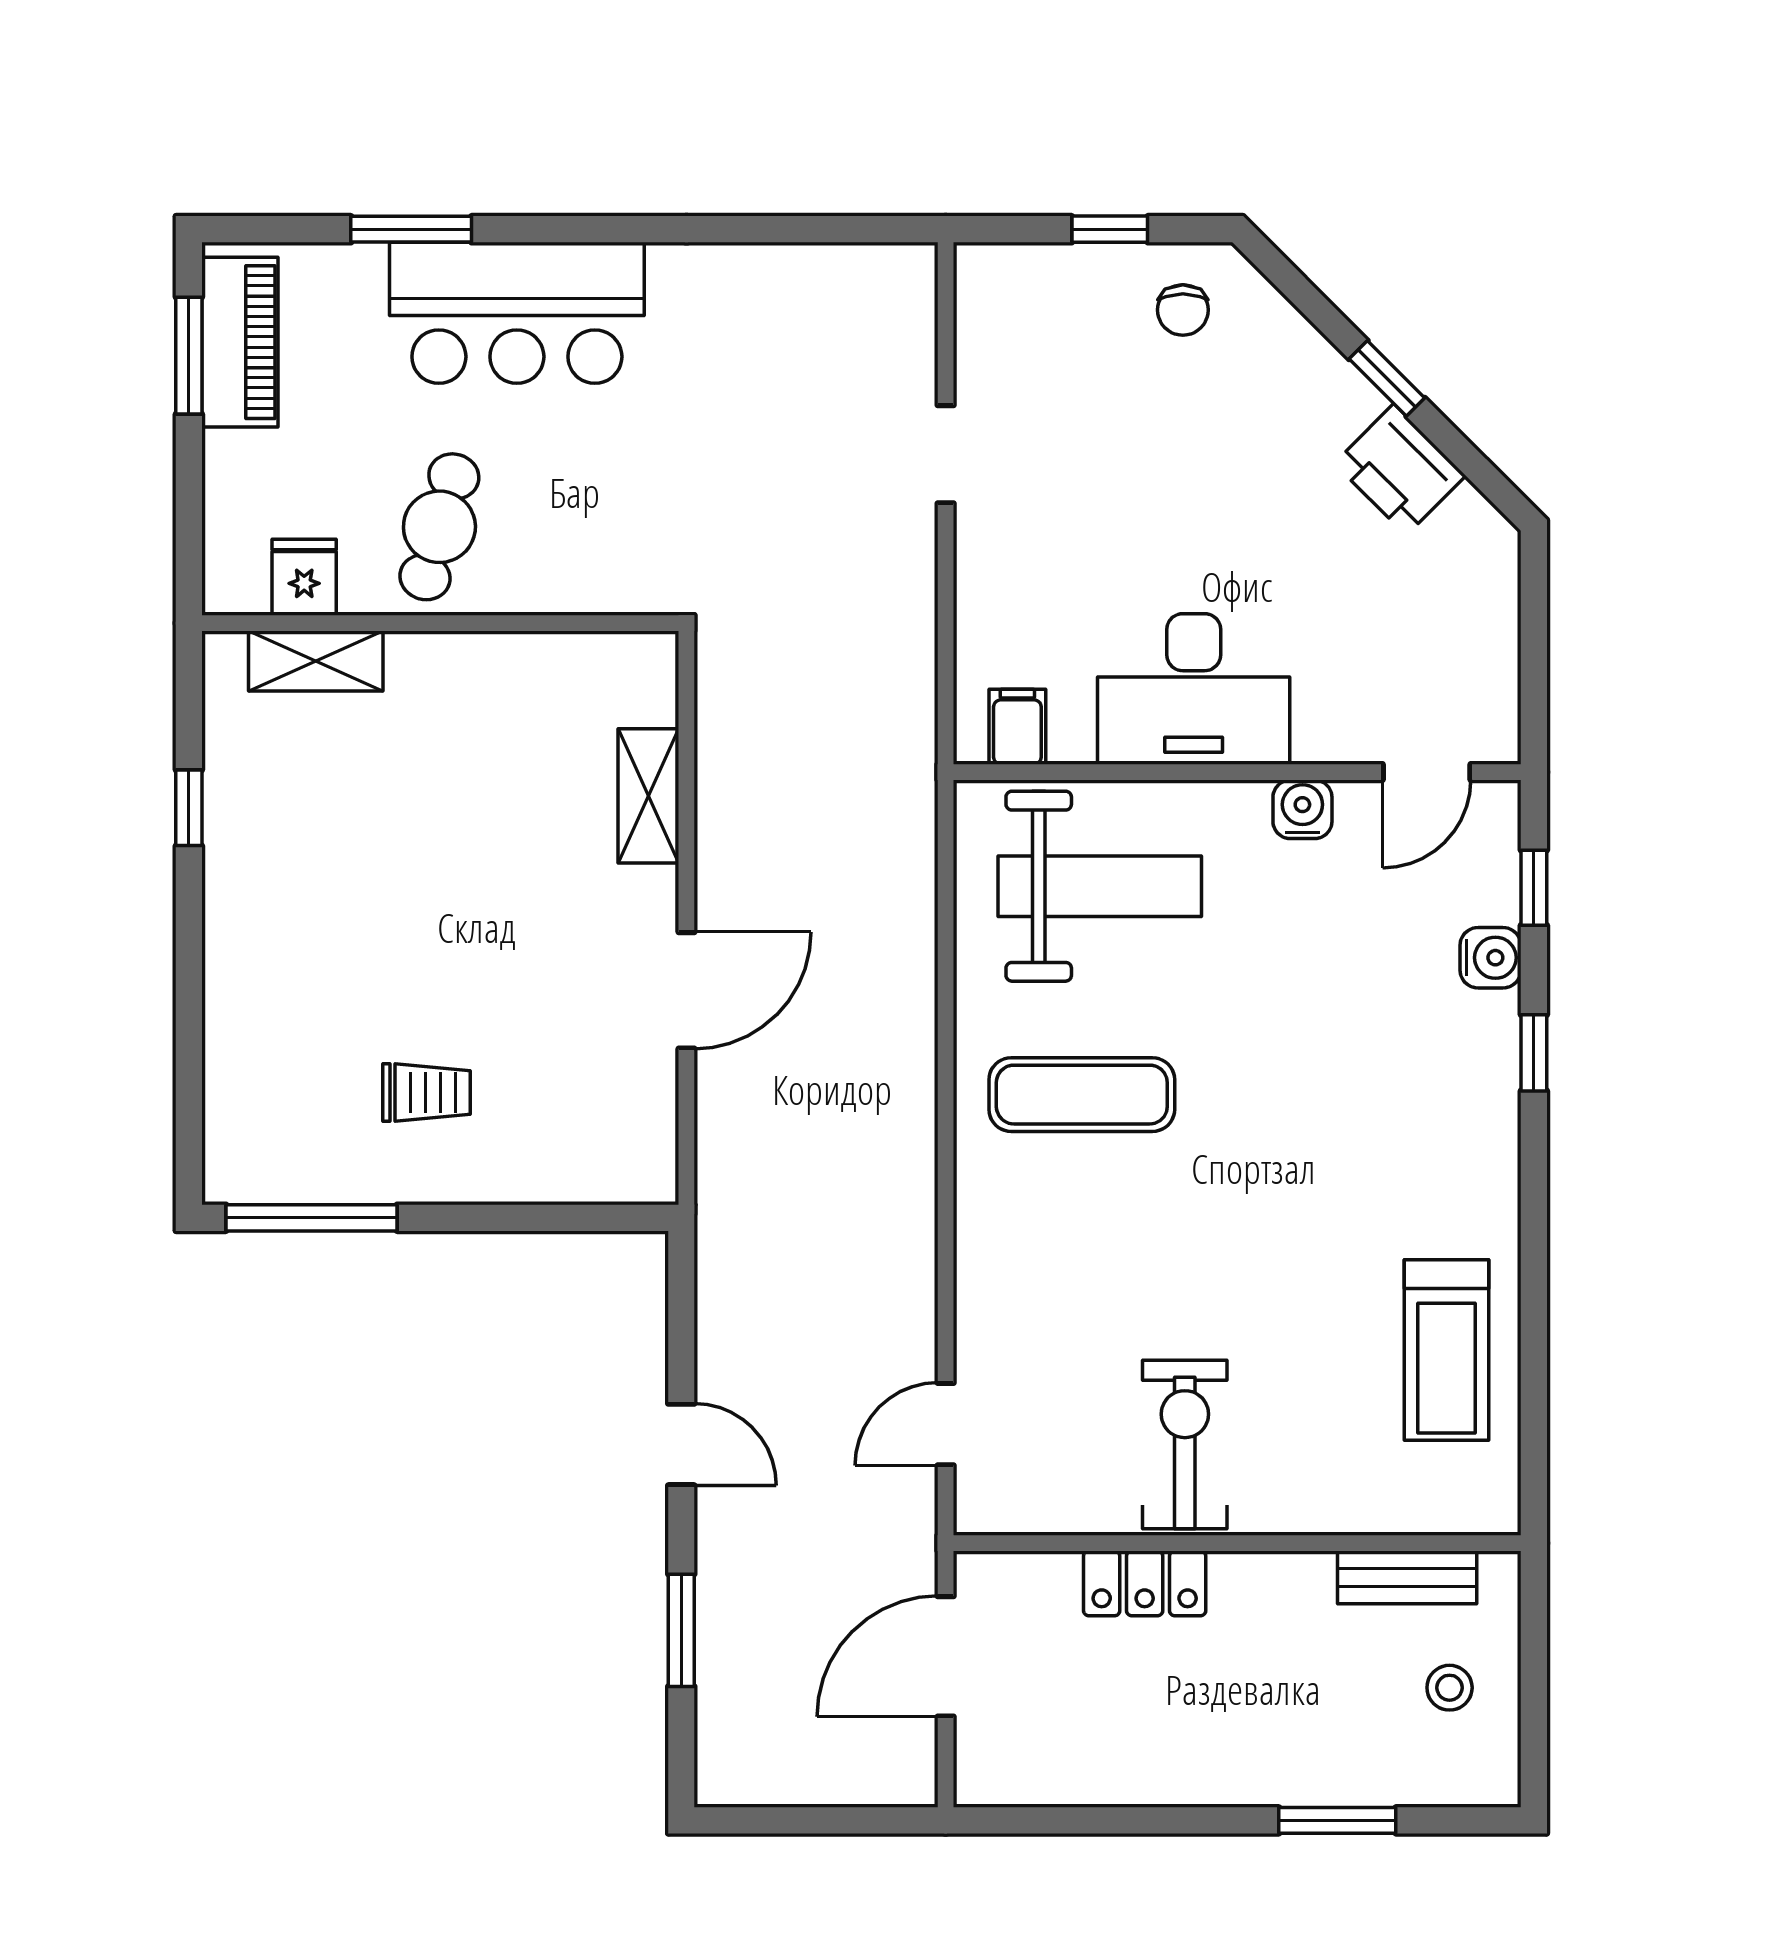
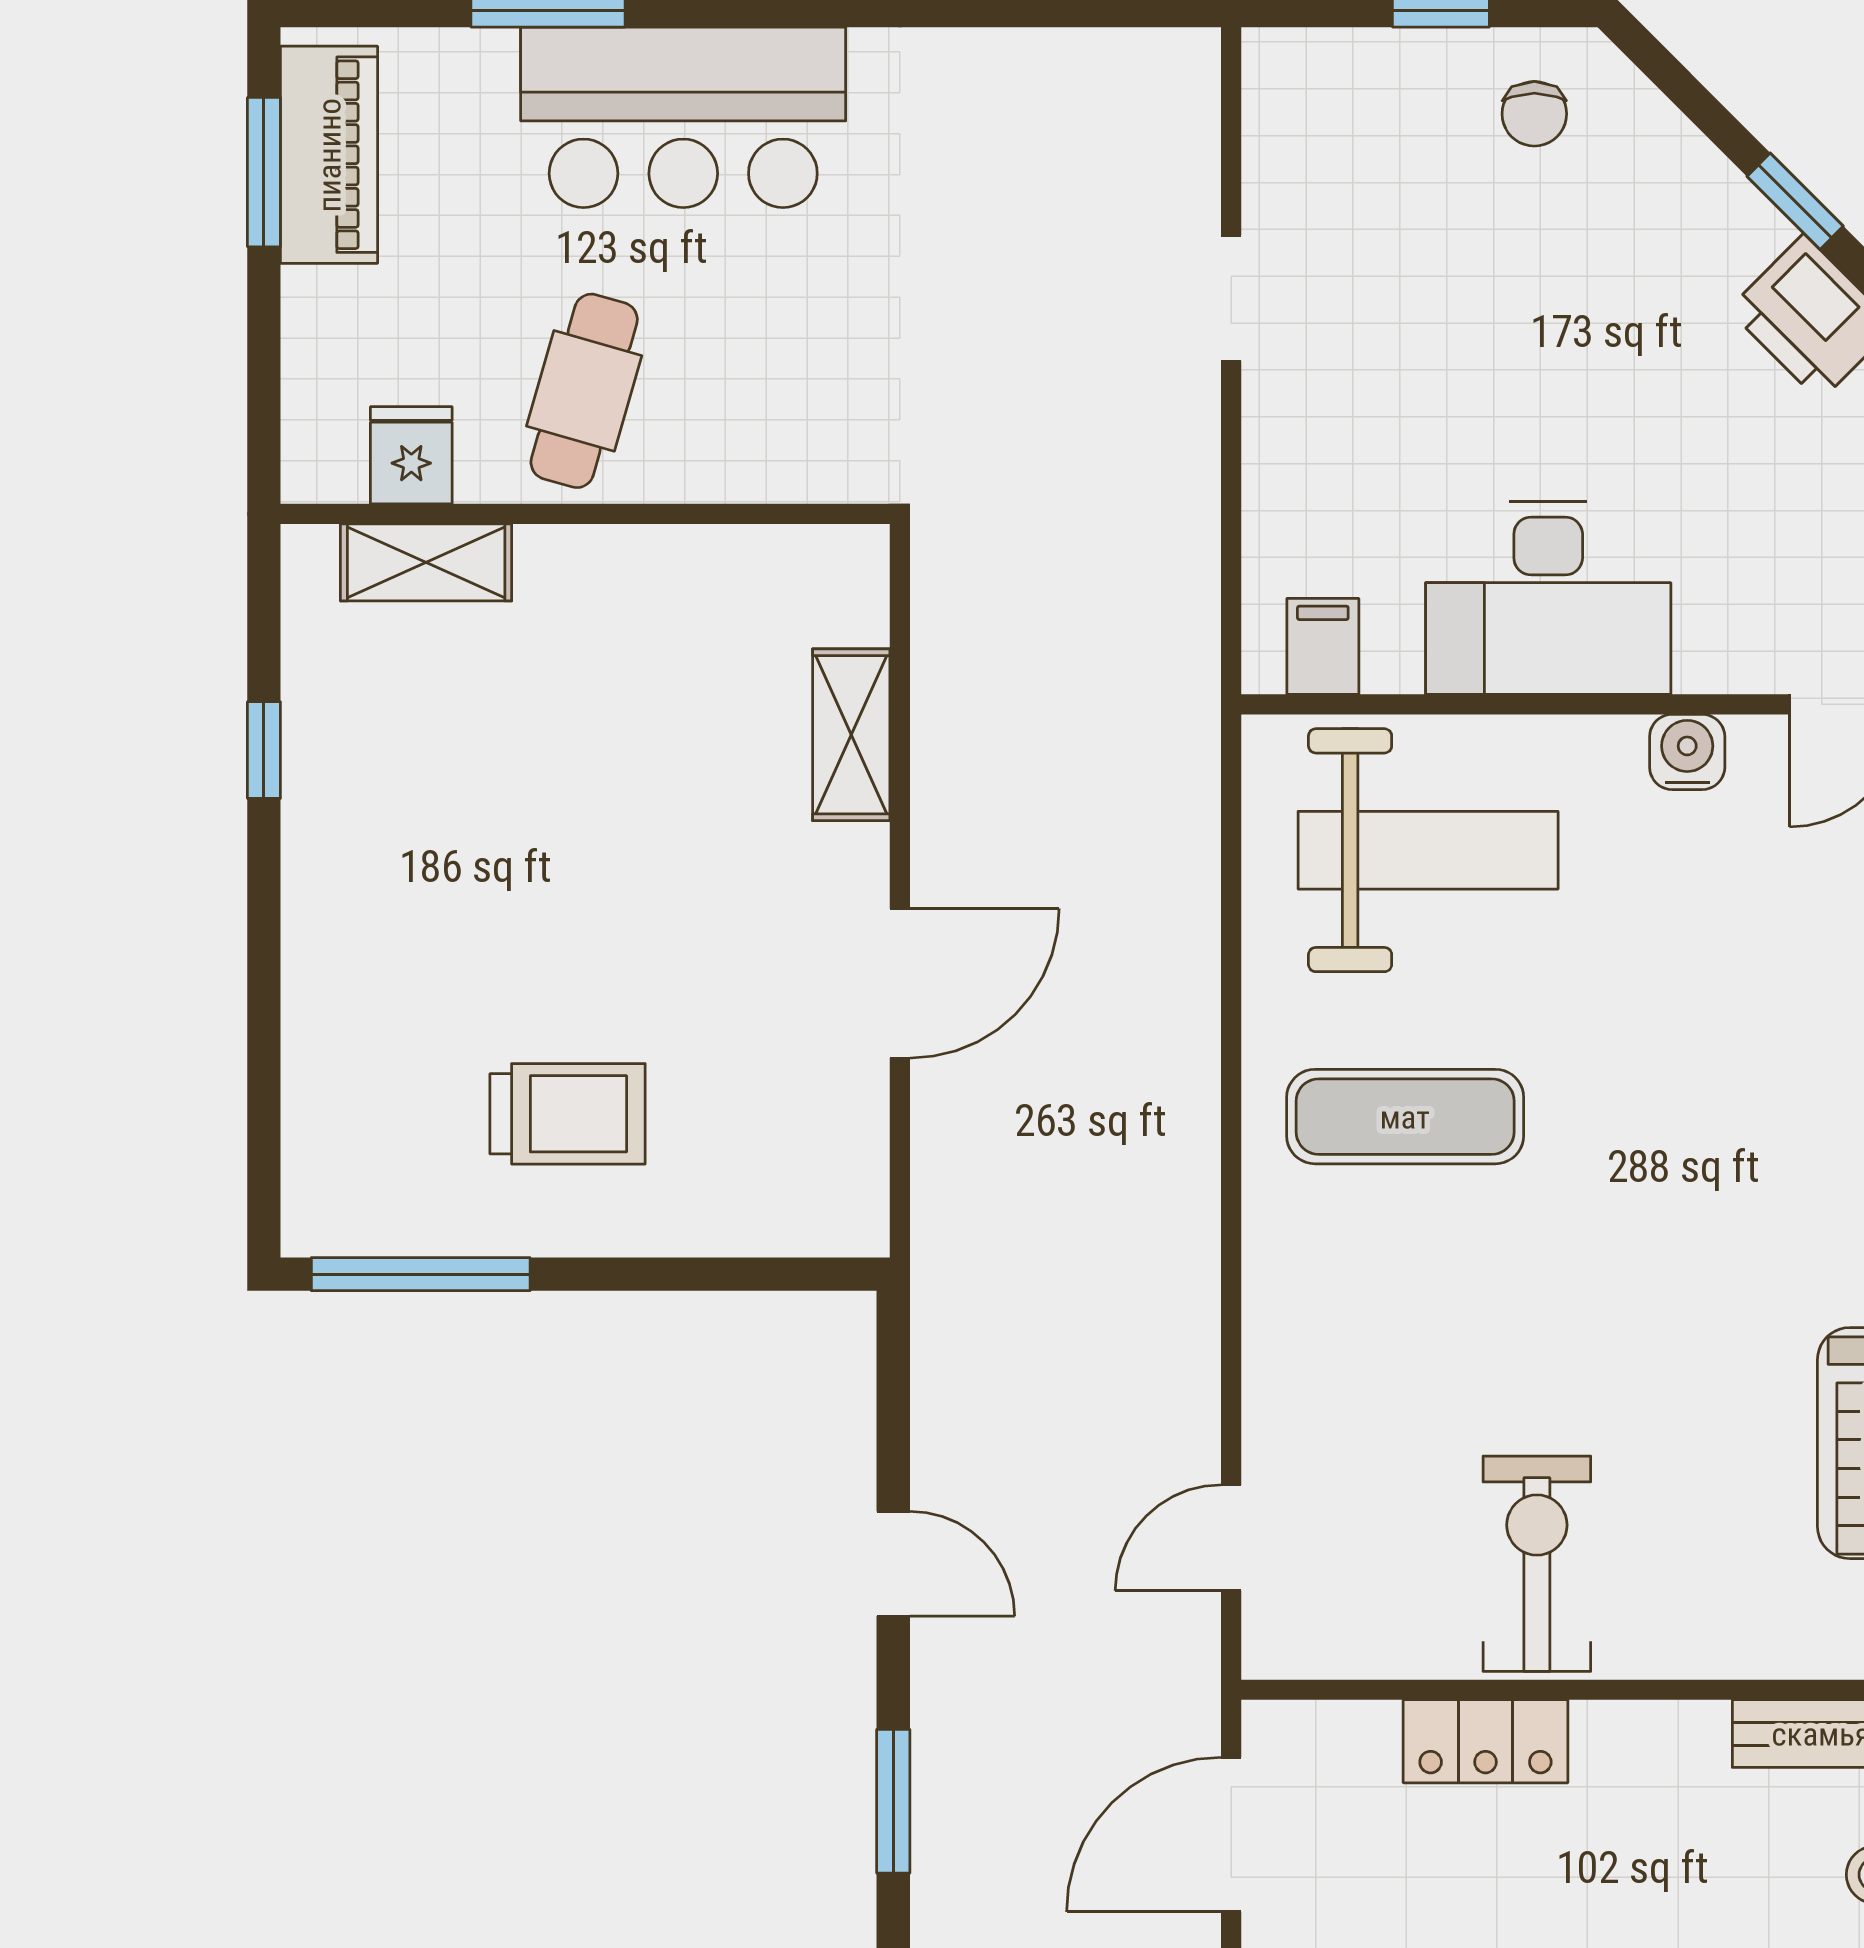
trolley: (426, 1092) -> (568, 1114), width x1.36, depth x1.39

